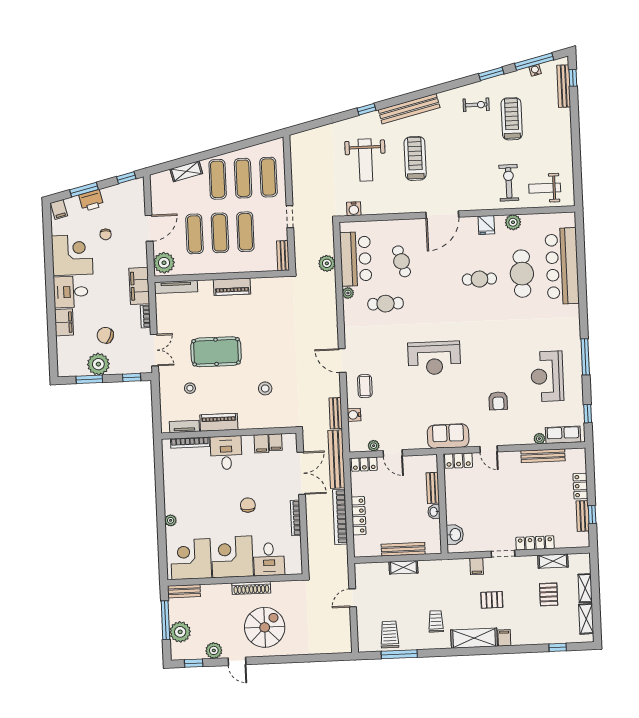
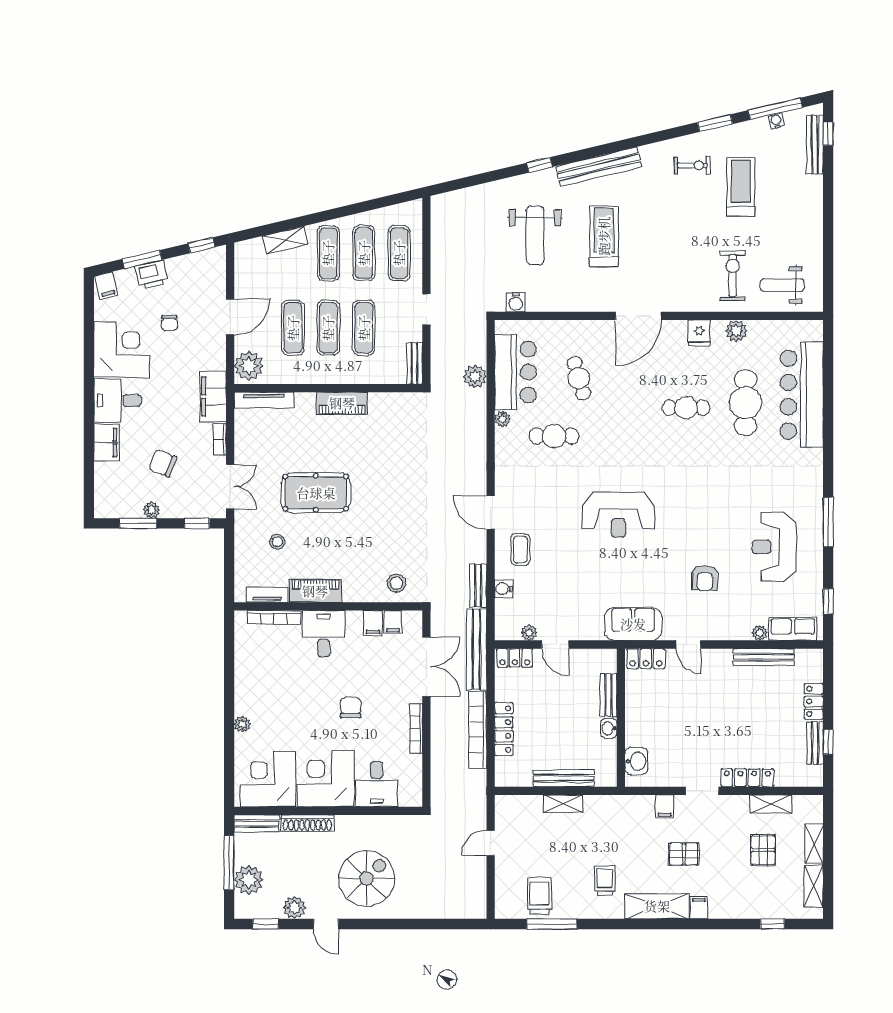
plant: (98, 364) -> (151, 510), width x0.53, depth x0.53
stool: (265, 388) -> (396, 583), moved
shoe rack: (251, 588) -> (307, 823), moved

